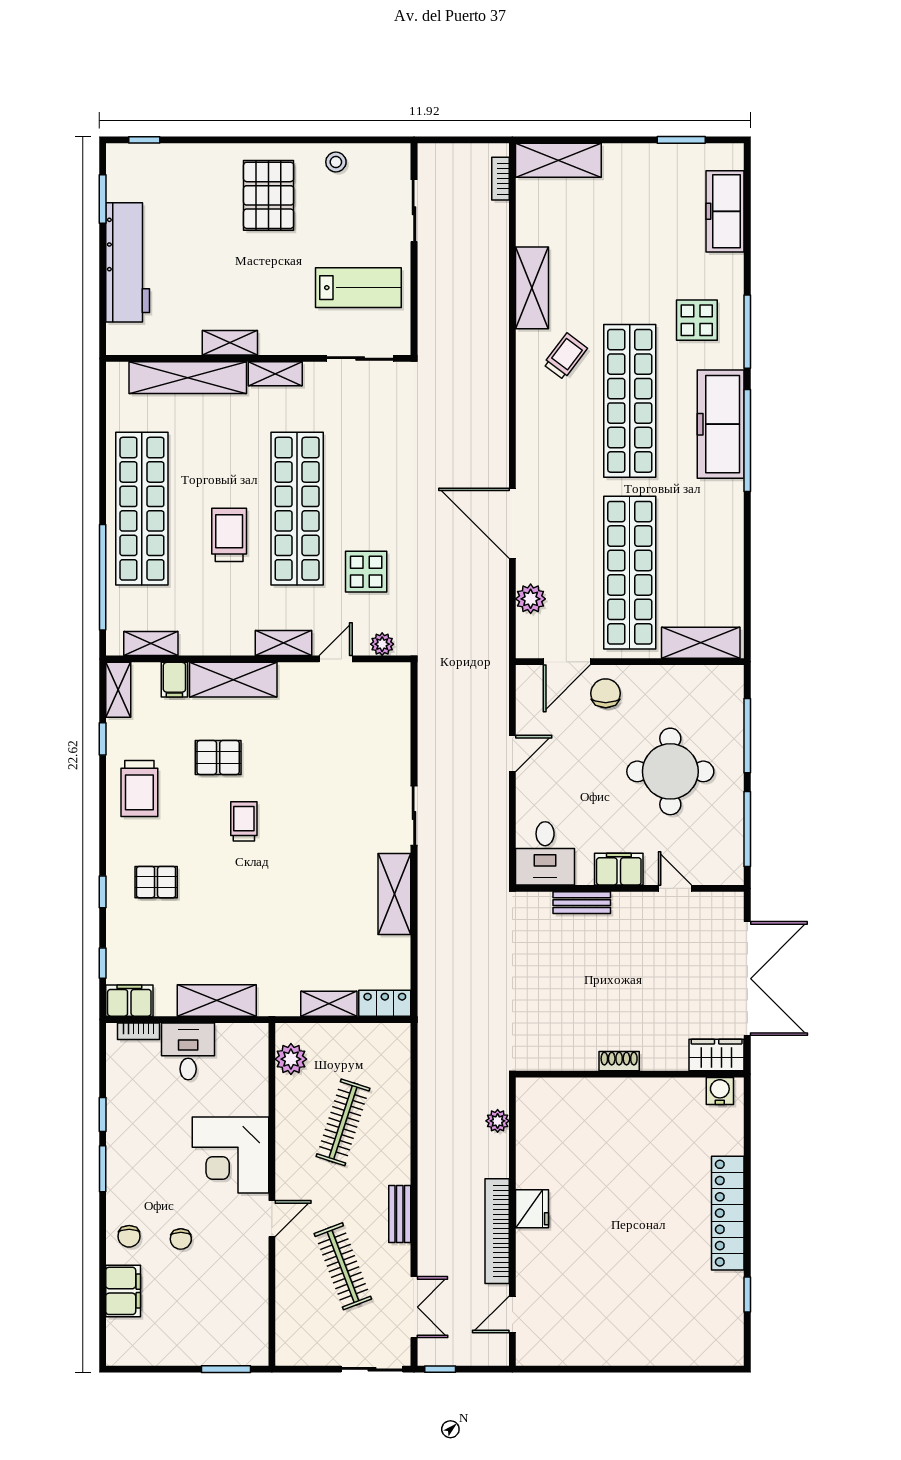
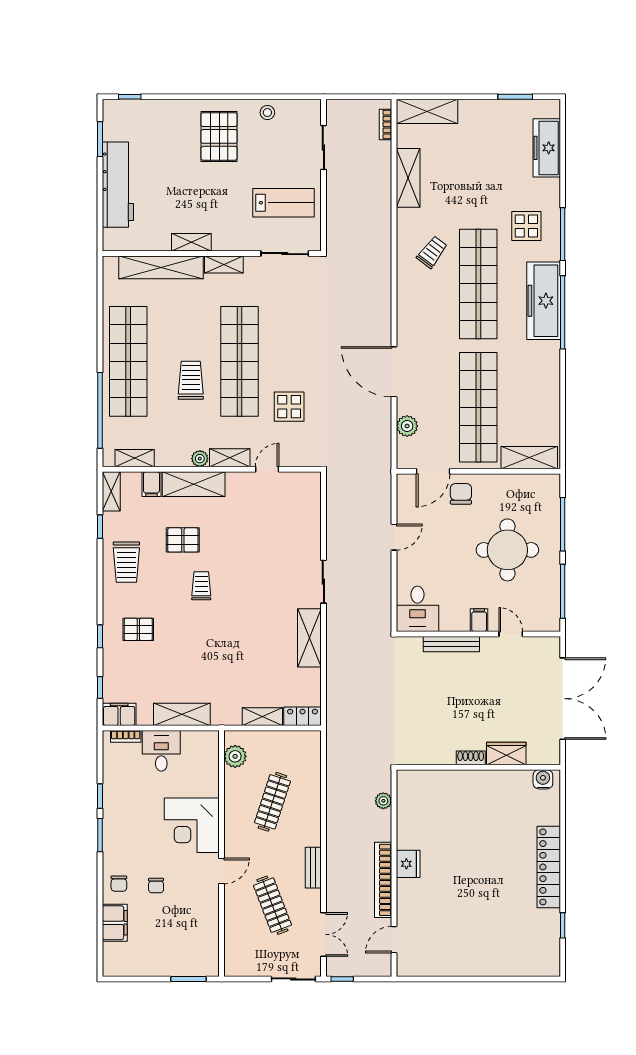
shelving: (532, 288) -> (408, 178), moved
plant: (382, 644) -> (200, 459), moved
filing cabinet: (619, 869) -> (479, 620), width x0.50
bench: (582, 903) -> (451, 644), width x1.36
wardrobe: (717, 1055) -> (506, 753), moved

